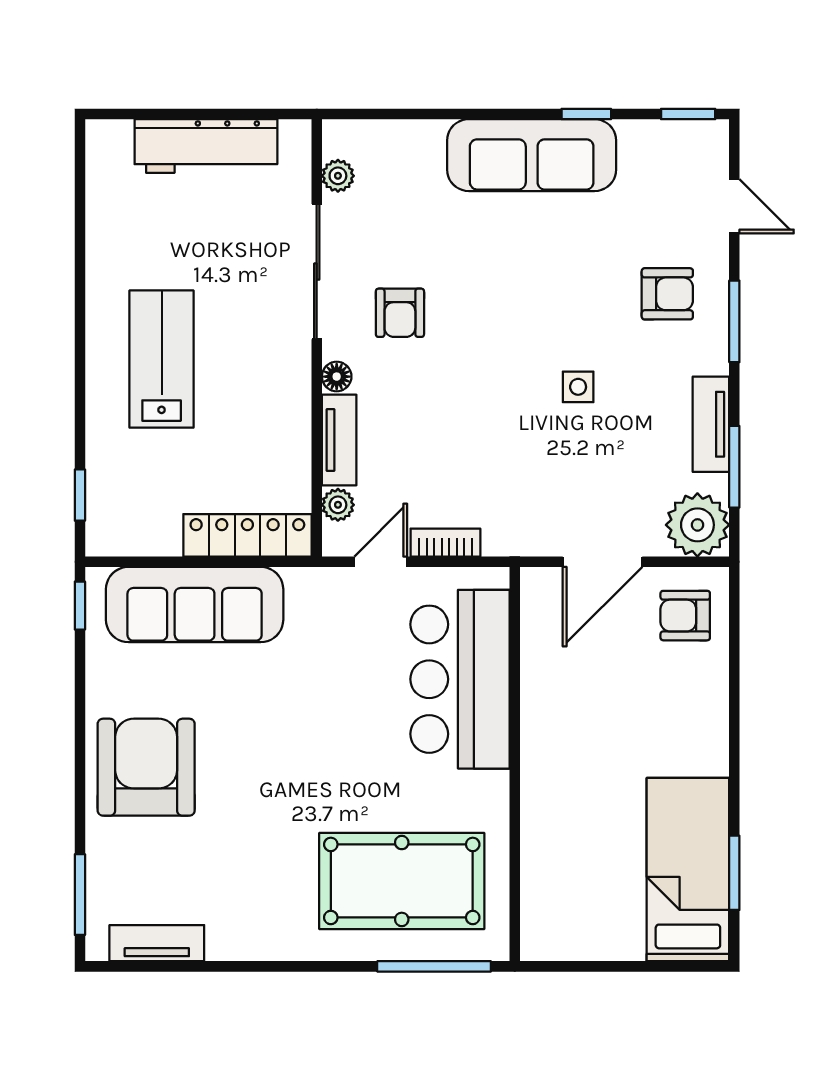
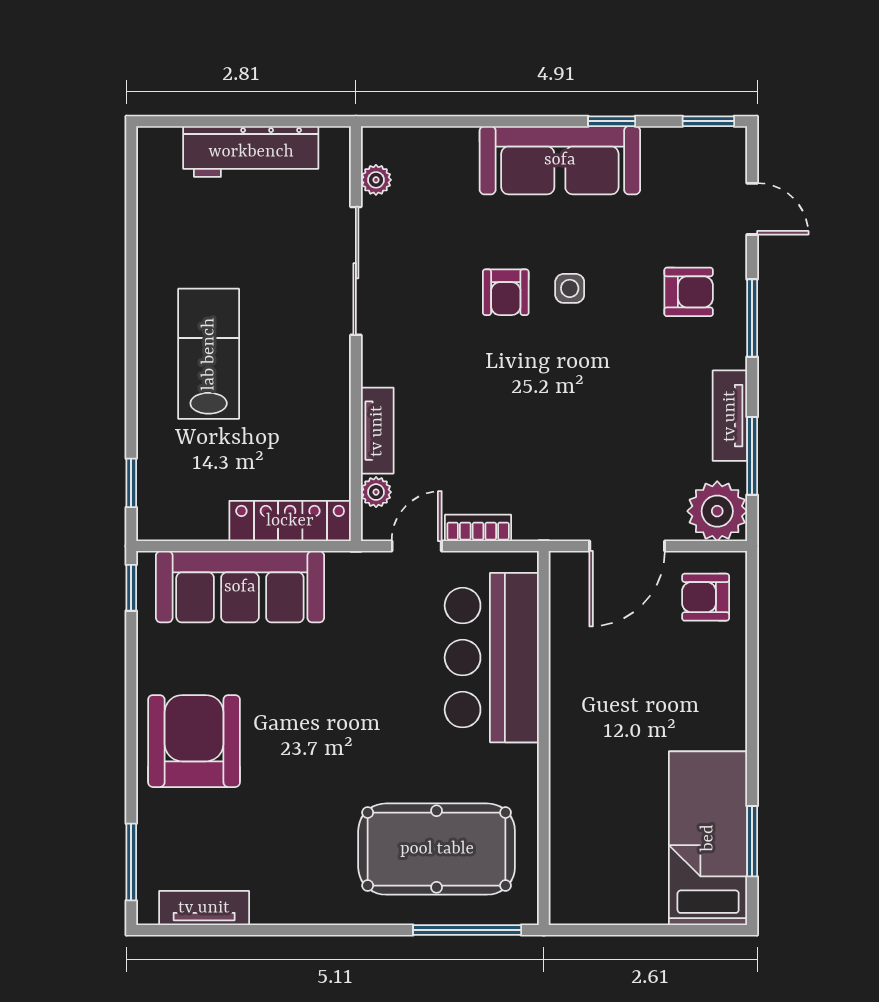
armchair: (400, 313) -> (506, 292), moved
floor lamp: (337, 377) -> (375, 370), removed
side table: (578, 387) -> (570, 288), moved

